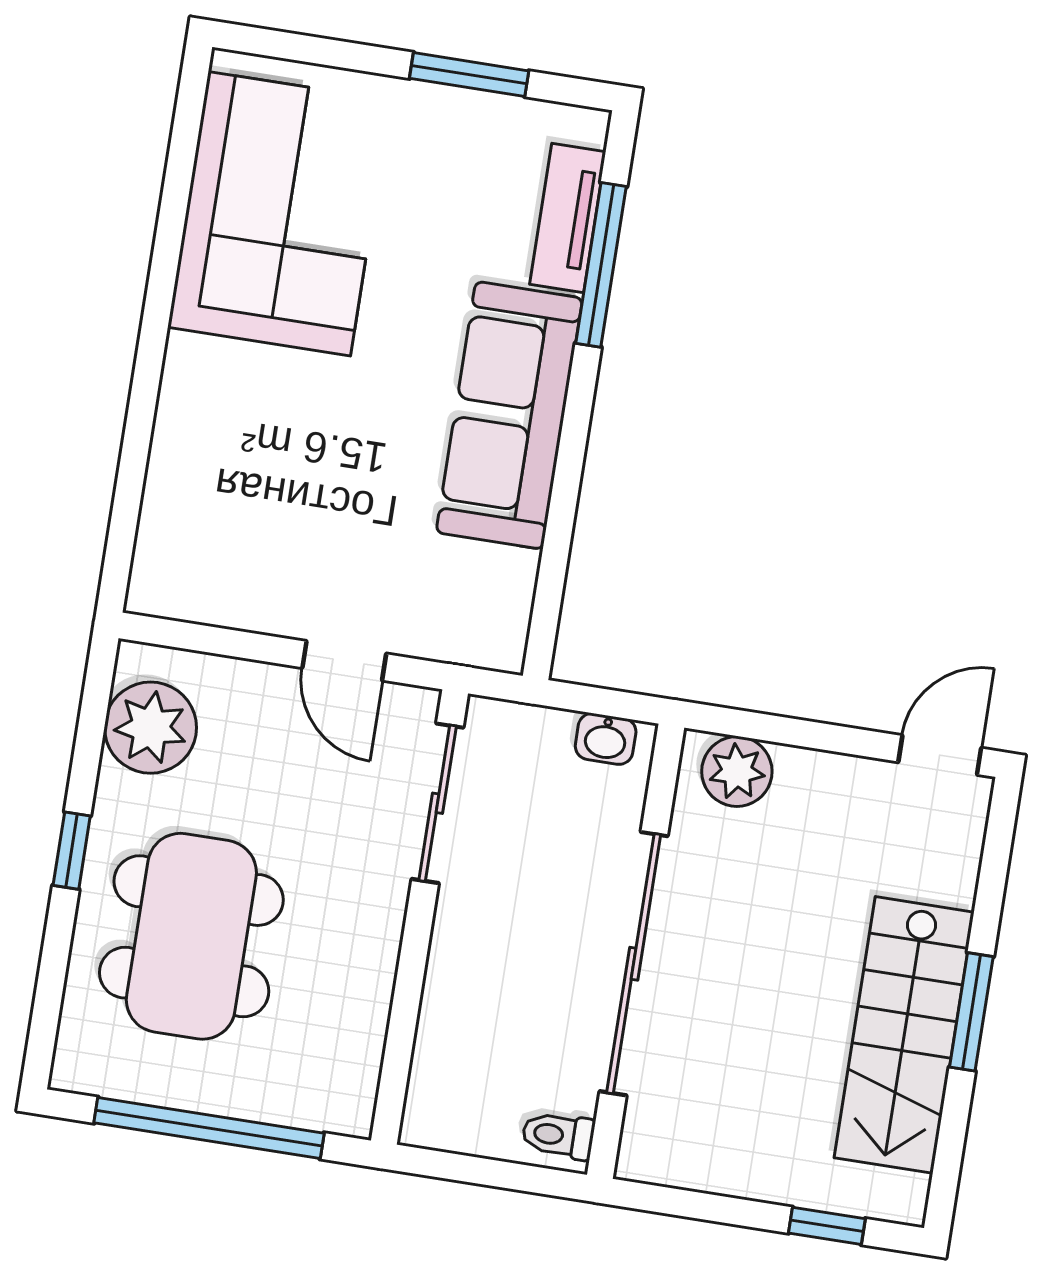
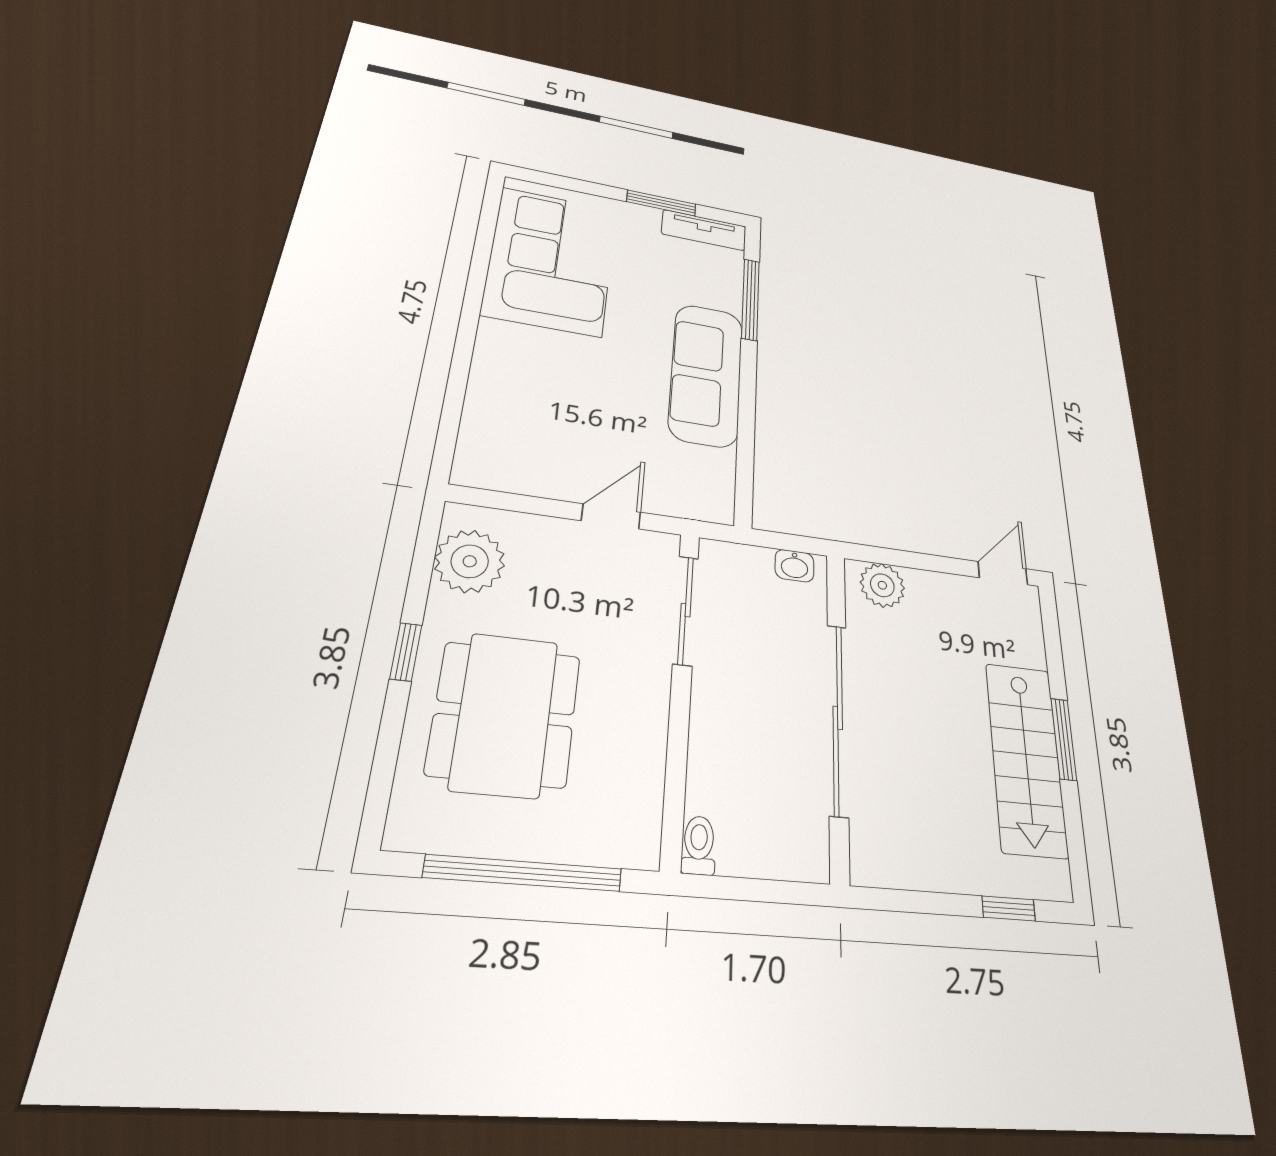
tv unit: (568, 218) -> (704, 230), moved, turned -90
door: (344, 661) -> (611, 516), swing flipped
toilet: (558, 1135) -> (699, 845), moved, turned 90

